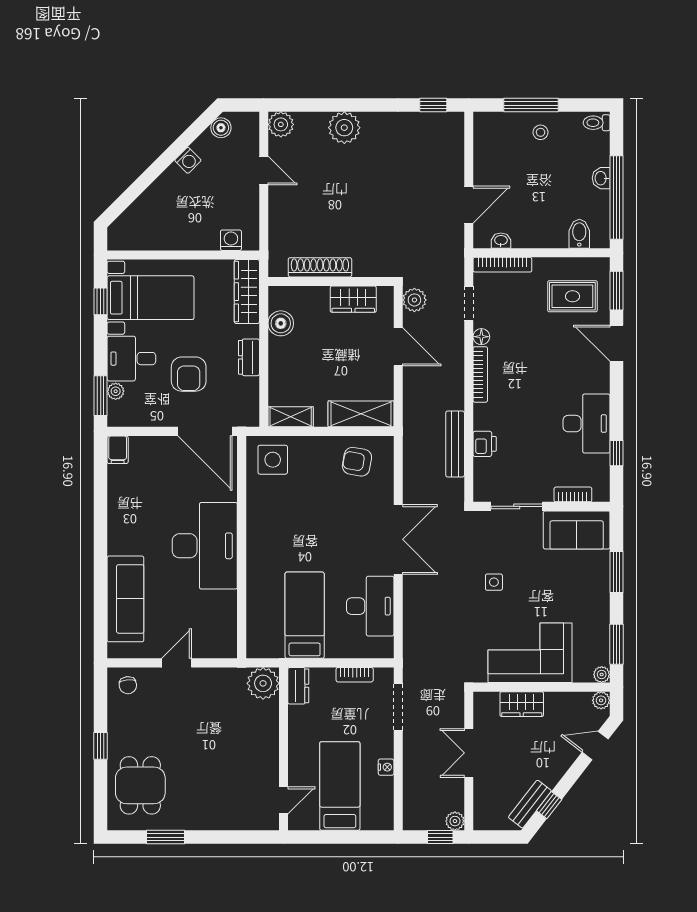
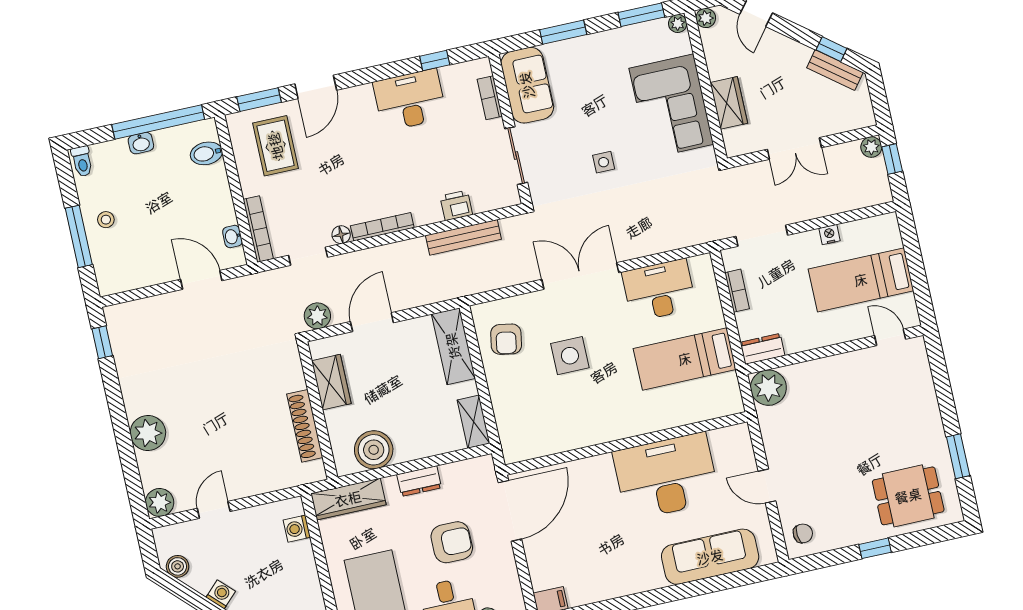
boiler: (281, 323) -> (374, 450), width x1.37, depth x1.37
side table: (273, 460) -> (570, 356), moved
desk: (205, 546) -> (666, 476), moved

